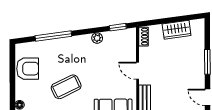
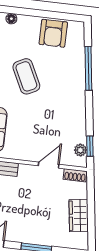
plant: (97, 38) -> (80, 150), moved
door: (138, 71) -> (49, 165), moved

